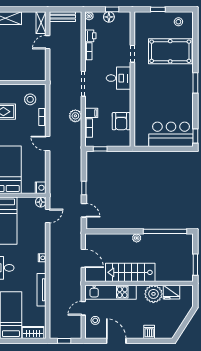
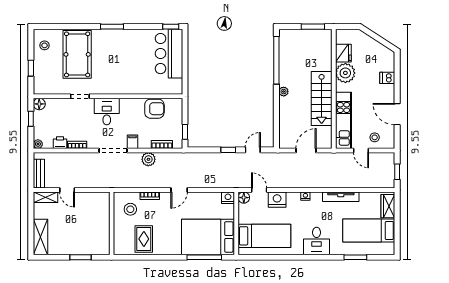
floor lamp: (109, 17) -> (39, 104), moved
filing cabinet: (91, 113) -> (132, 142), moved
nightstand: (39, 232) -> (277, 200), added
door: (116, 341) -> (397, 114), hinge flipped

